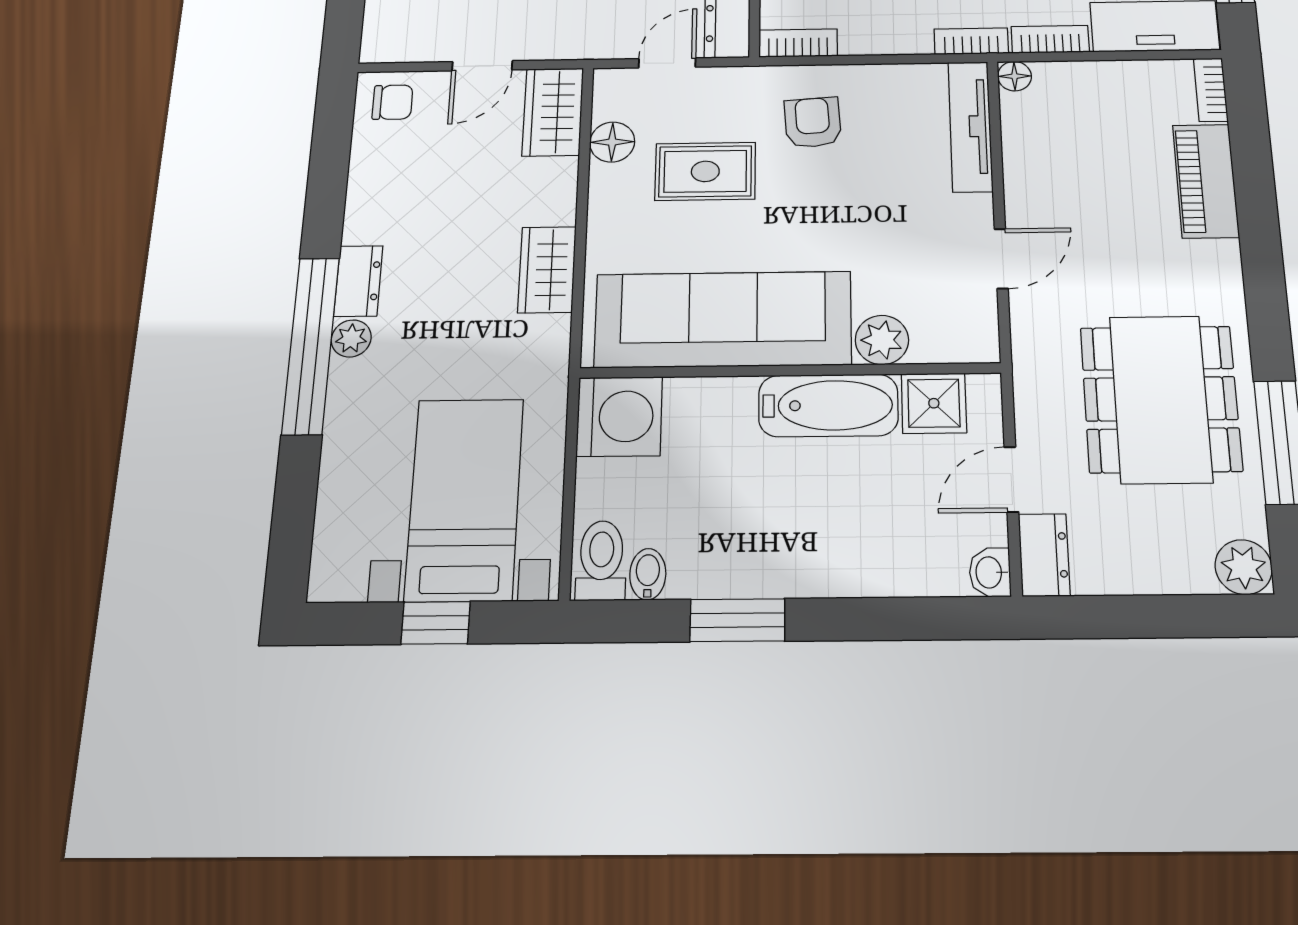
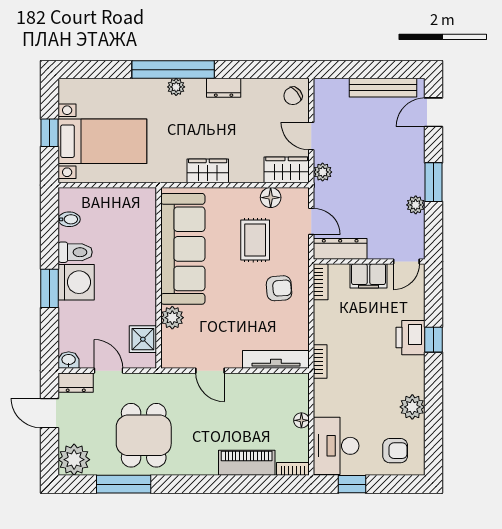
bookcase: (1050, 39) -> (321, 398), removed
plant: (561, 43) -> (323, 172), added
floor lamp: (1015, 76) -> (301, 420), moved
chair: (393, 102) -> (293, 96), turned 50
dresser: (358, 281) -> (224, 88), moved
dining table: (1161, 399) -> (144, 435), width x0.73
bathtub: (828, 405) -> (142, 294), removed
washing machine: (619, 416) -> (76, 282), moved, turned -90
toilet: (601, 560) -> (75, 252), moved
plant: (1244, 567) -> (74, 460), width x1.36, depth x1.36
door: (1123, 617) -> (50, 413), added
window: (737, 620) -> (50, 288), moved

